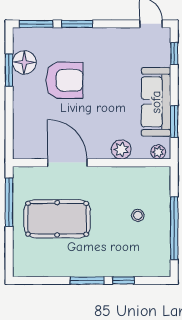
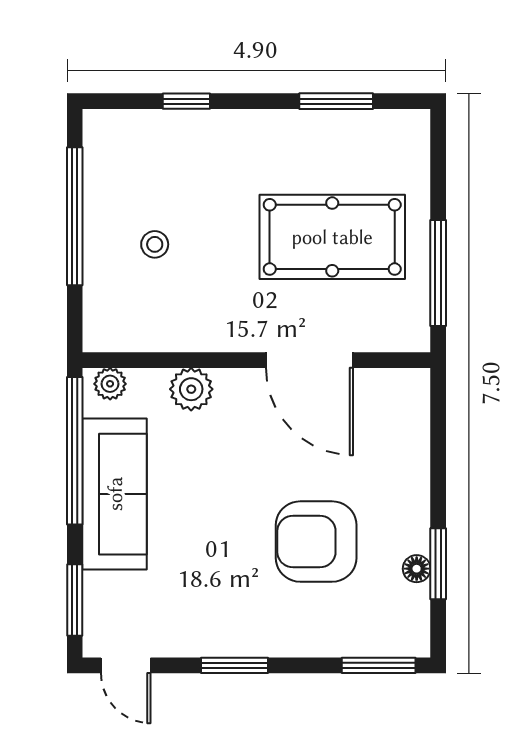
window: (77, 24) -> (234, 665), moved
window: (174, 54) -> (75, 600), width x1.50
floor lamp: (24, 62) -> (417, 569), width x0.53, depth x0.53
window: (174, 122) -> (75, 451), width x2.11
window: (87, 280) -> (336, 101), moved

